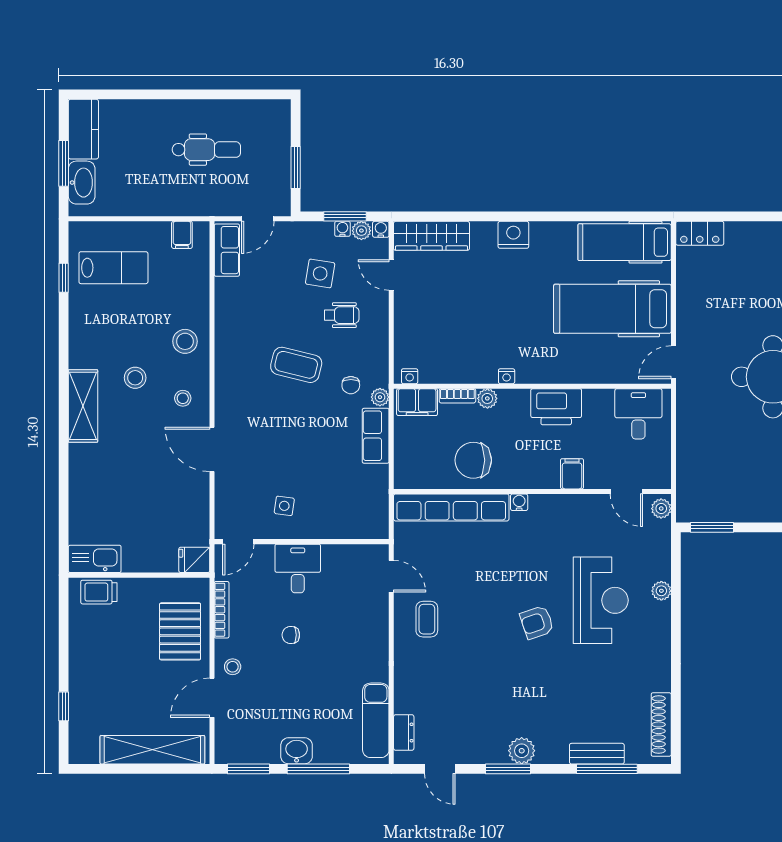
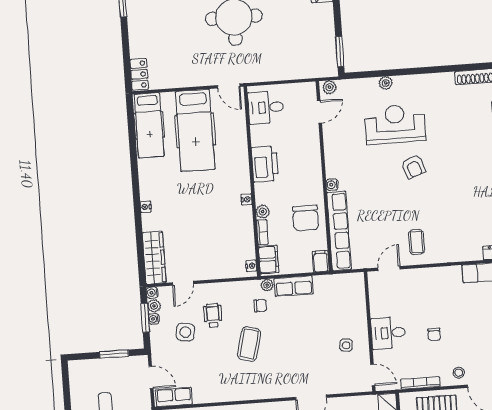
nightstand: (513, 235) -> (146, 207), width x0.53, depth x0.56
filing cabinet: (572, 474) -> (321, 261), moved, turned 90
coffee table: (427, 619) -> (417, 242), turned 90

